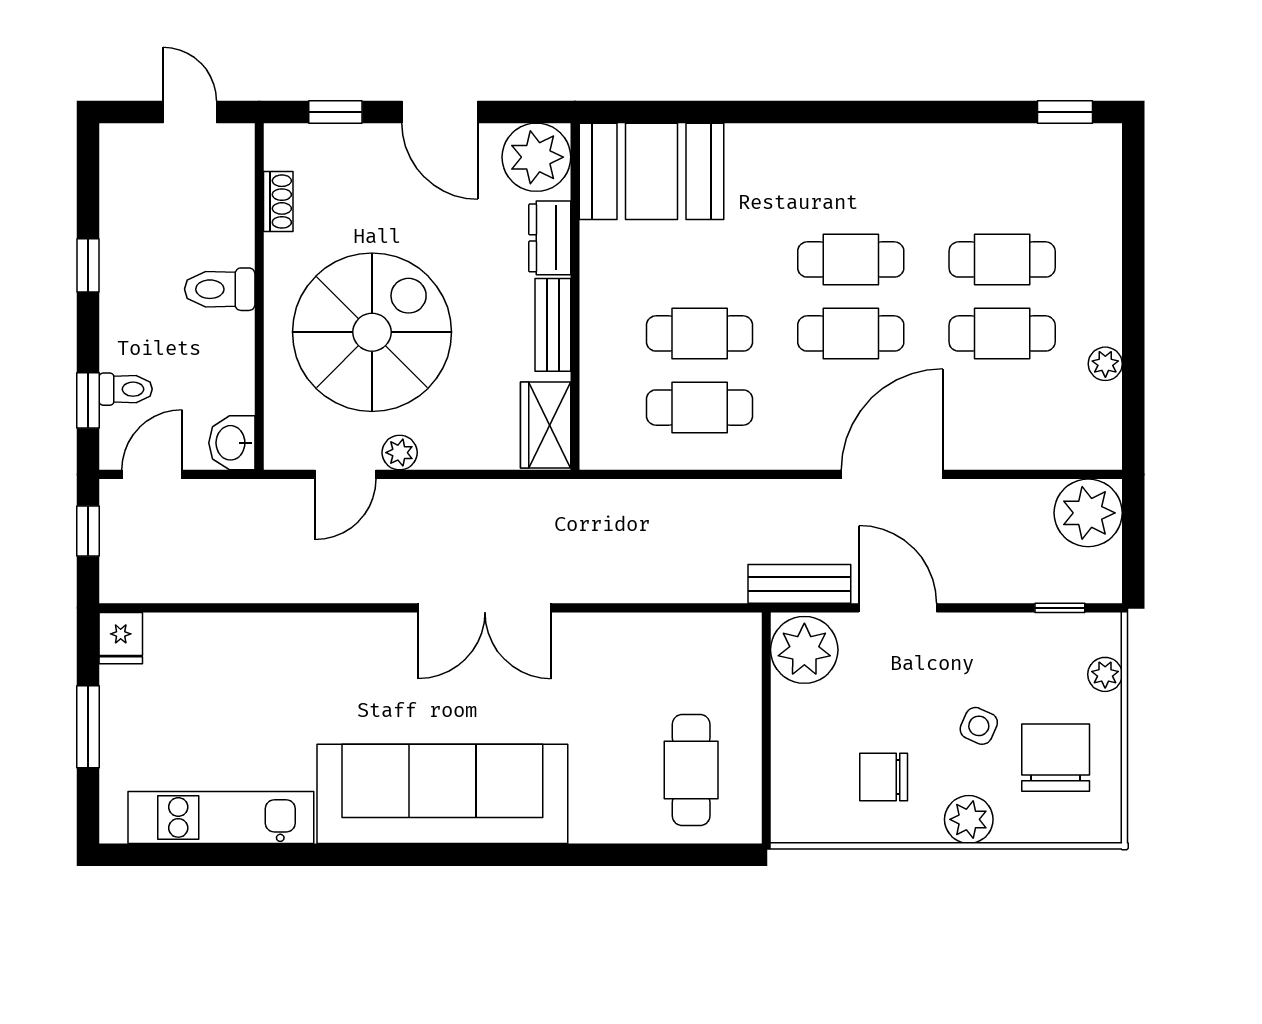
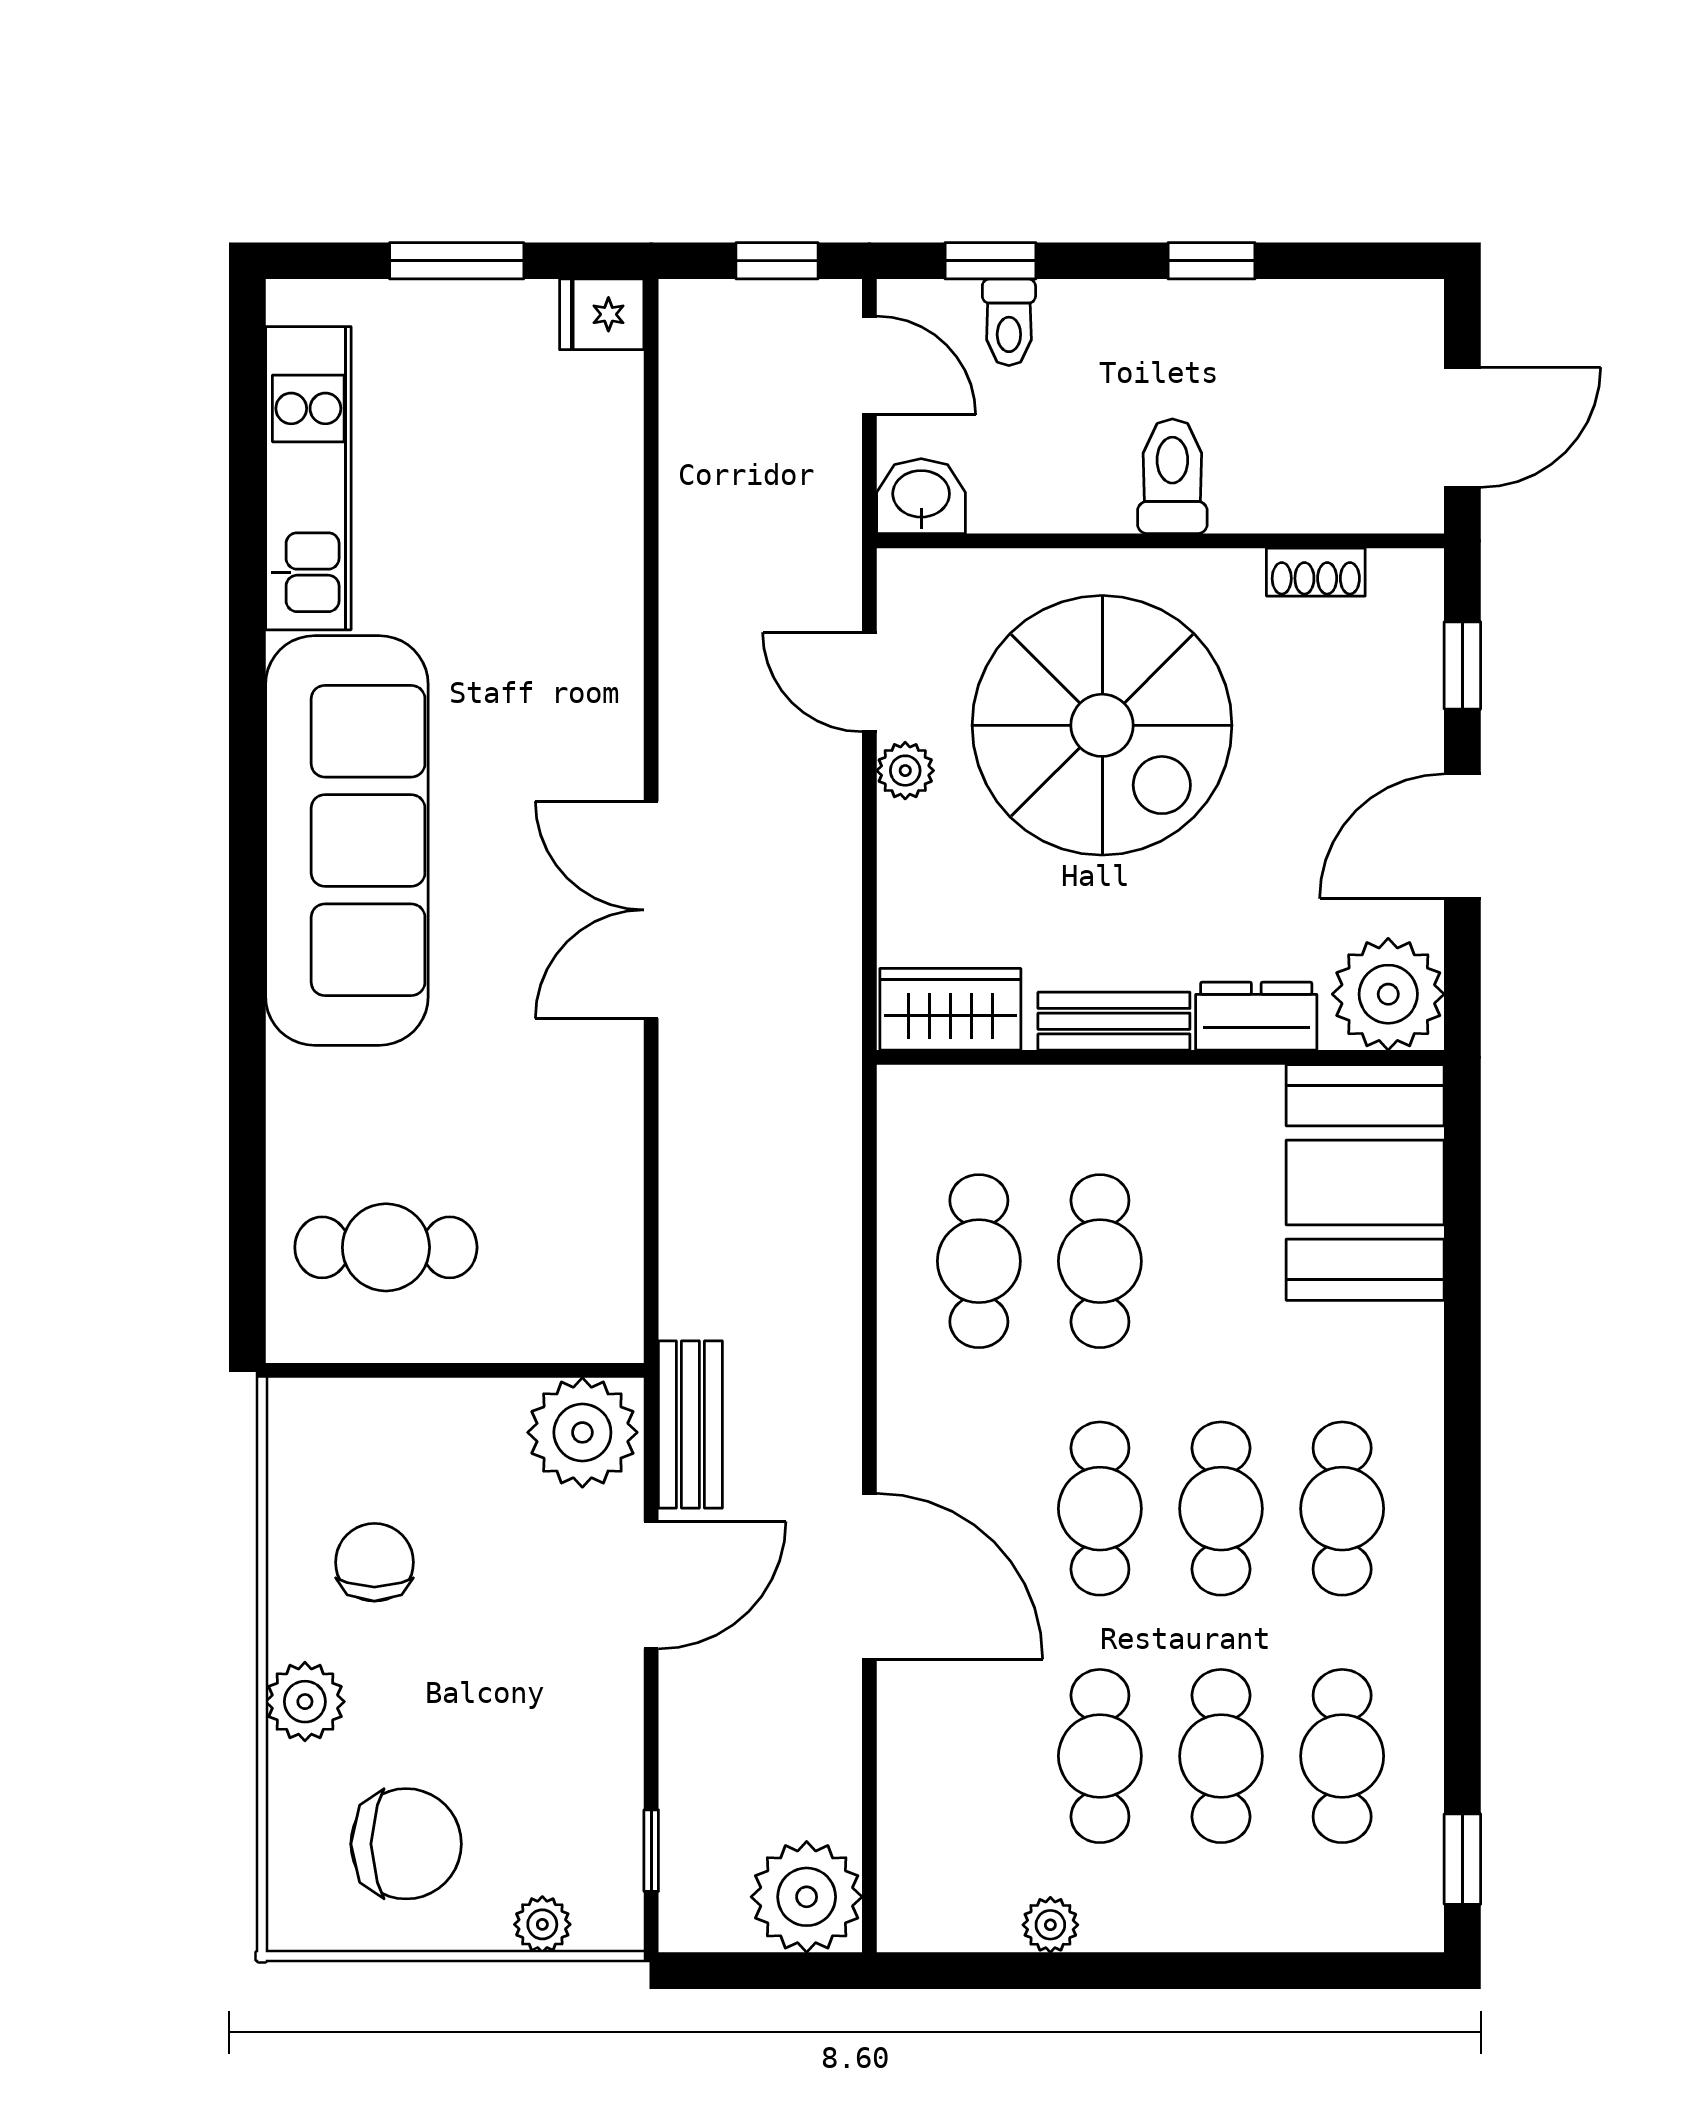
door: (190, 112) -> (1462, 427), width x1.38
cafe table: (851, 185) -> (1342, 1509), added
cafe table: (1002, 185) -> (1342, 1756), added
side table: (979, 726) -> (458, 1718), removed

